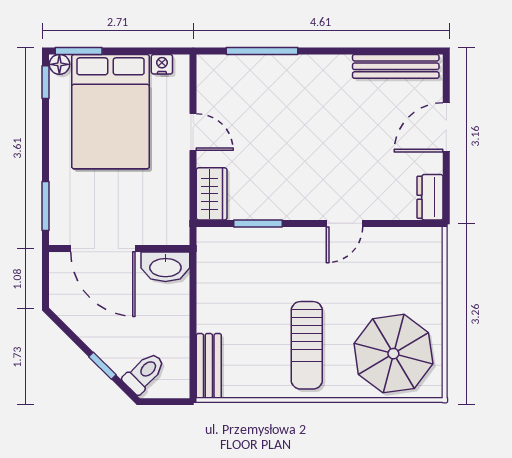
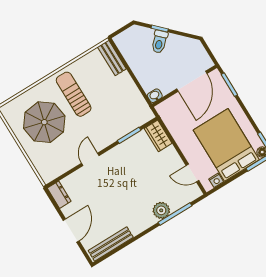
plant: (281, 70) -> (161, 210), added
door: (193, 132) -> (192, 173), moved
door: (103, 249) -> (192, 81), swing flipped
washbasin: (165, 267) -> (155, 96), width x0.52, depth x0.69
parasol: (393, 354) -> (44, 122), moved
toilet: (144, 373) -> (159, 42), moved

